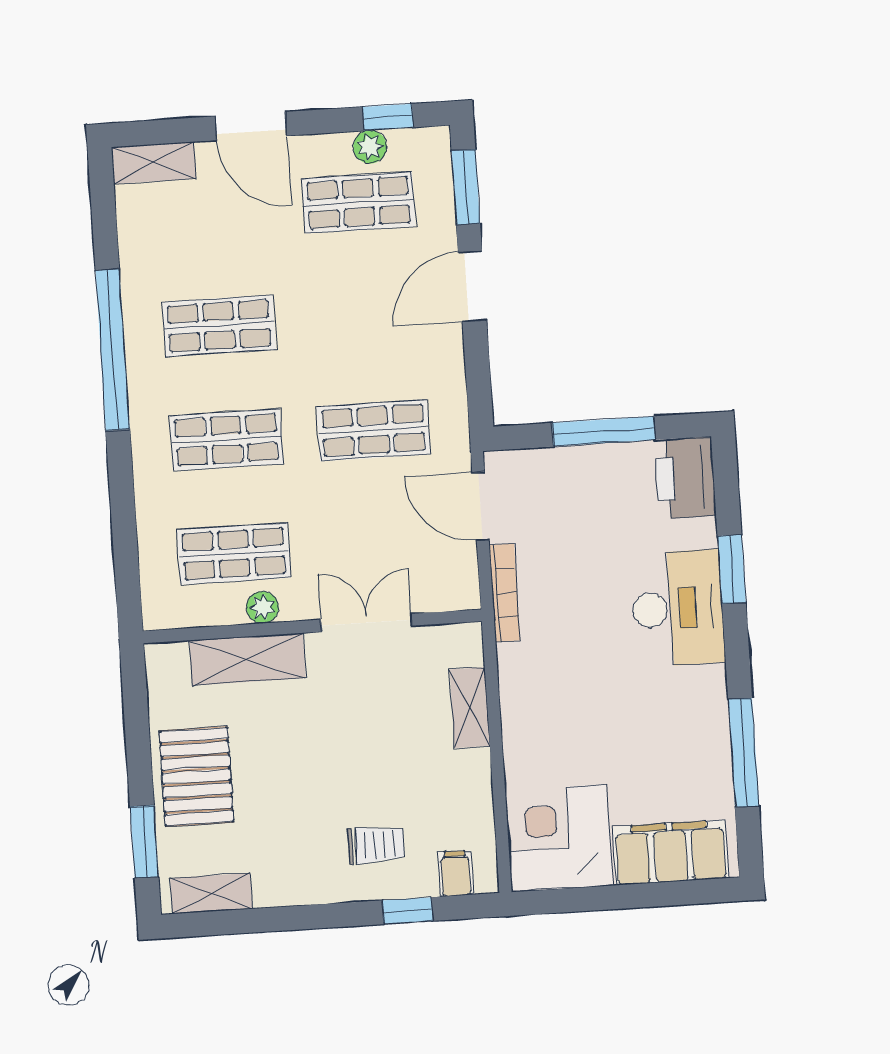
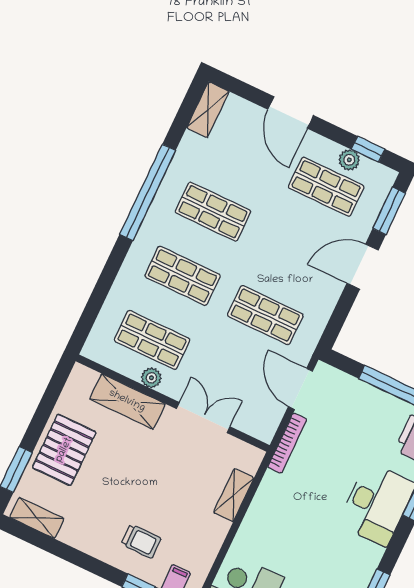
shelving: (154, 163) -> (208, 110), moved, turned 90

